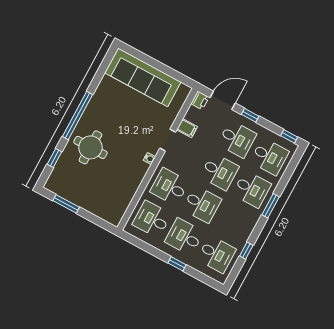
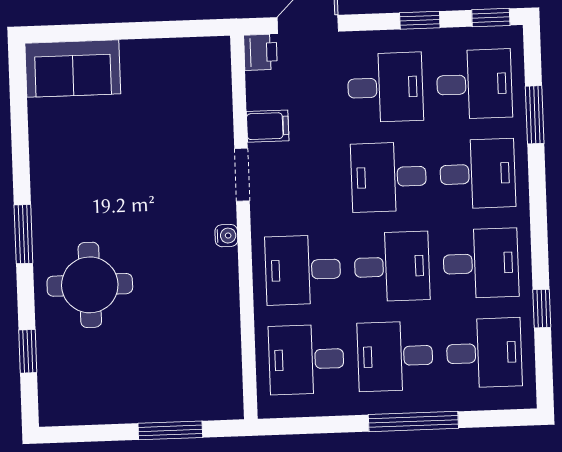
sofa: (143, 77) -> (73, 69), width x0.54, depth x0.79
window: (77, 115) -> (23, 234), width x0.47
window: (250, 115) -> (420, 20), moved
desk: (219, 172) -> (389, 177), turned 180
window: (66, 204) -> (170, 430), moved
window: (271, 206) -> (535, 115), moved
desk: (234, 222) -> (481, 263), added
window: (177, 264) -> (413, 421), width x2.17

